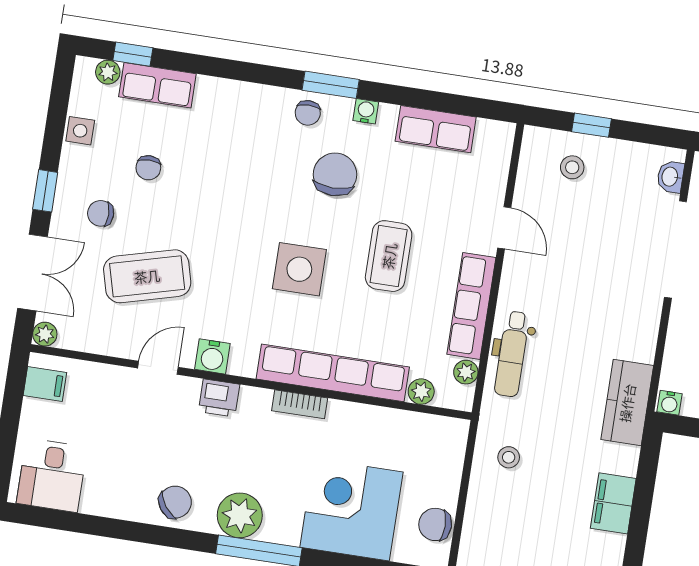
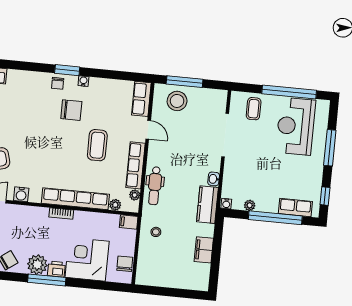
window: (592, 125) -> (185, 82), width x2.17
row of seats: (436, 129) -> (141, 99), moved, turned 90
stool: (572, 167) -> (177, 101), width x1.89, depth x1.89
chair: (335, 174) -> (71, 110), turned 90
washbasin: (670, 177) -> (214, 179), moved
side table: (299, 269) -> (58, 153), removed
printer: (219, 398) -> (56, 269), moved, turned 180
filing cabinet: (449, 431) -> (129, 222), added
chair: (435, 524) -> (125, 264), turned 90

